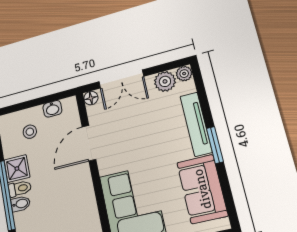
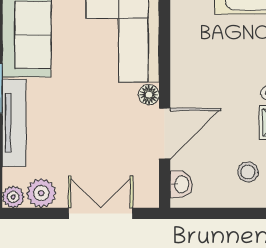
floor lamp: (91, 98) -> (149, 95), moved
washbasin: (52, 109) -> (181, 184), moved, turned 90

